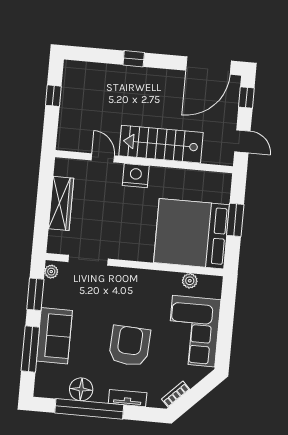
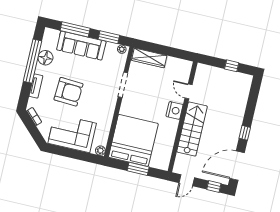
window: (134, 59) -> (245, 133), moved
door: (209, 66) -> (237, 166), hinge flipped
door: (103, 158) -> (188, 91), swing flipped
wardrobe: (61, 203) -> (149, 58), moved
doorway: (88, 260) -> (123, 85), moved
plant: (190, 281) -> (100, 151), moved
sofa: (54, 336) -> (81, 46), width x1.36

